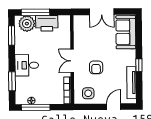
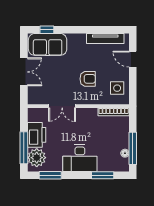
double door: (72, 61) -> (62, 106), moved
desk: (27, 65) -> (80, 158), width x1.37
window: (139, 65) -> (47, 30), moved

